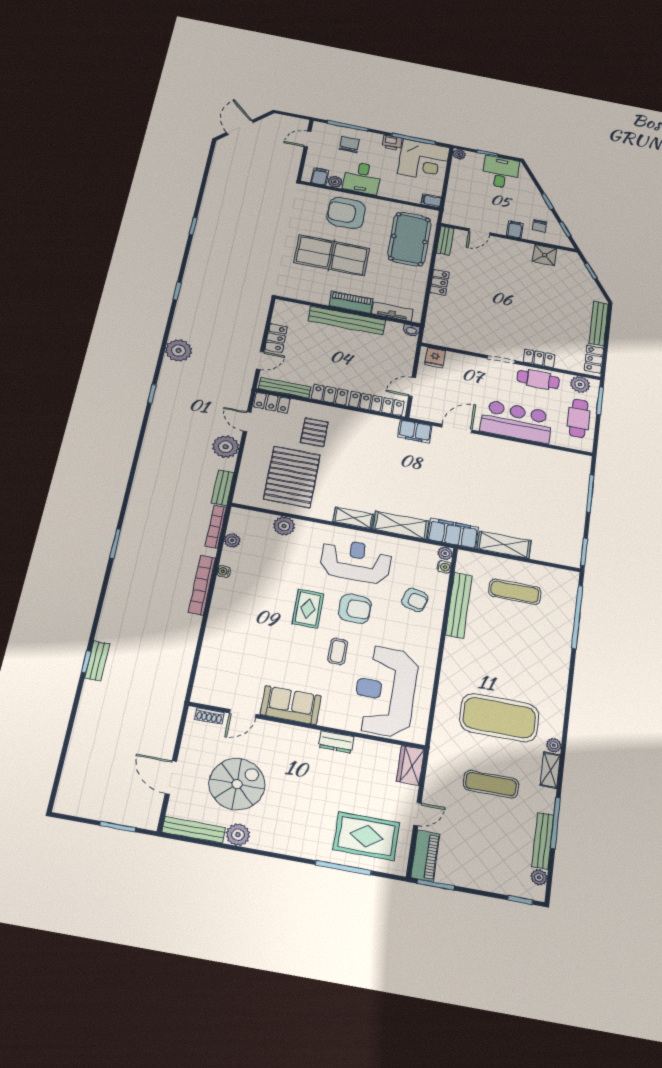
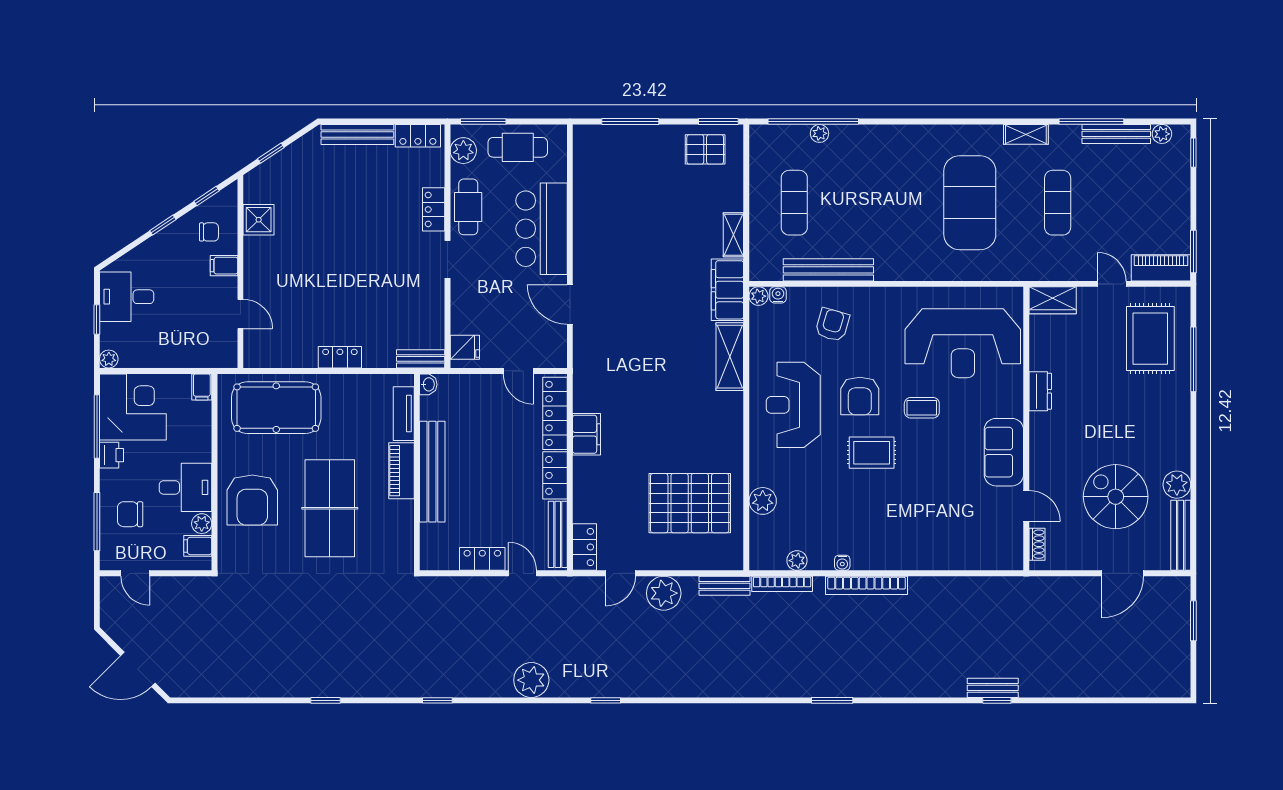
bench: (445, 241) -> (421, 359), moved
filing cabinet: (415, 431) -> (587, 434), moved
pallet: (314, 432) -> (705, 149), moved
shelving: (353, 518) -> (732, 417), removed
shelving: (504, 545) -> (733, 235), width x0.67, depth x0.75
armchair: (355, 609) -> (860, 396), turned 180
plant: (554, 745) -> (820, 133), moved

